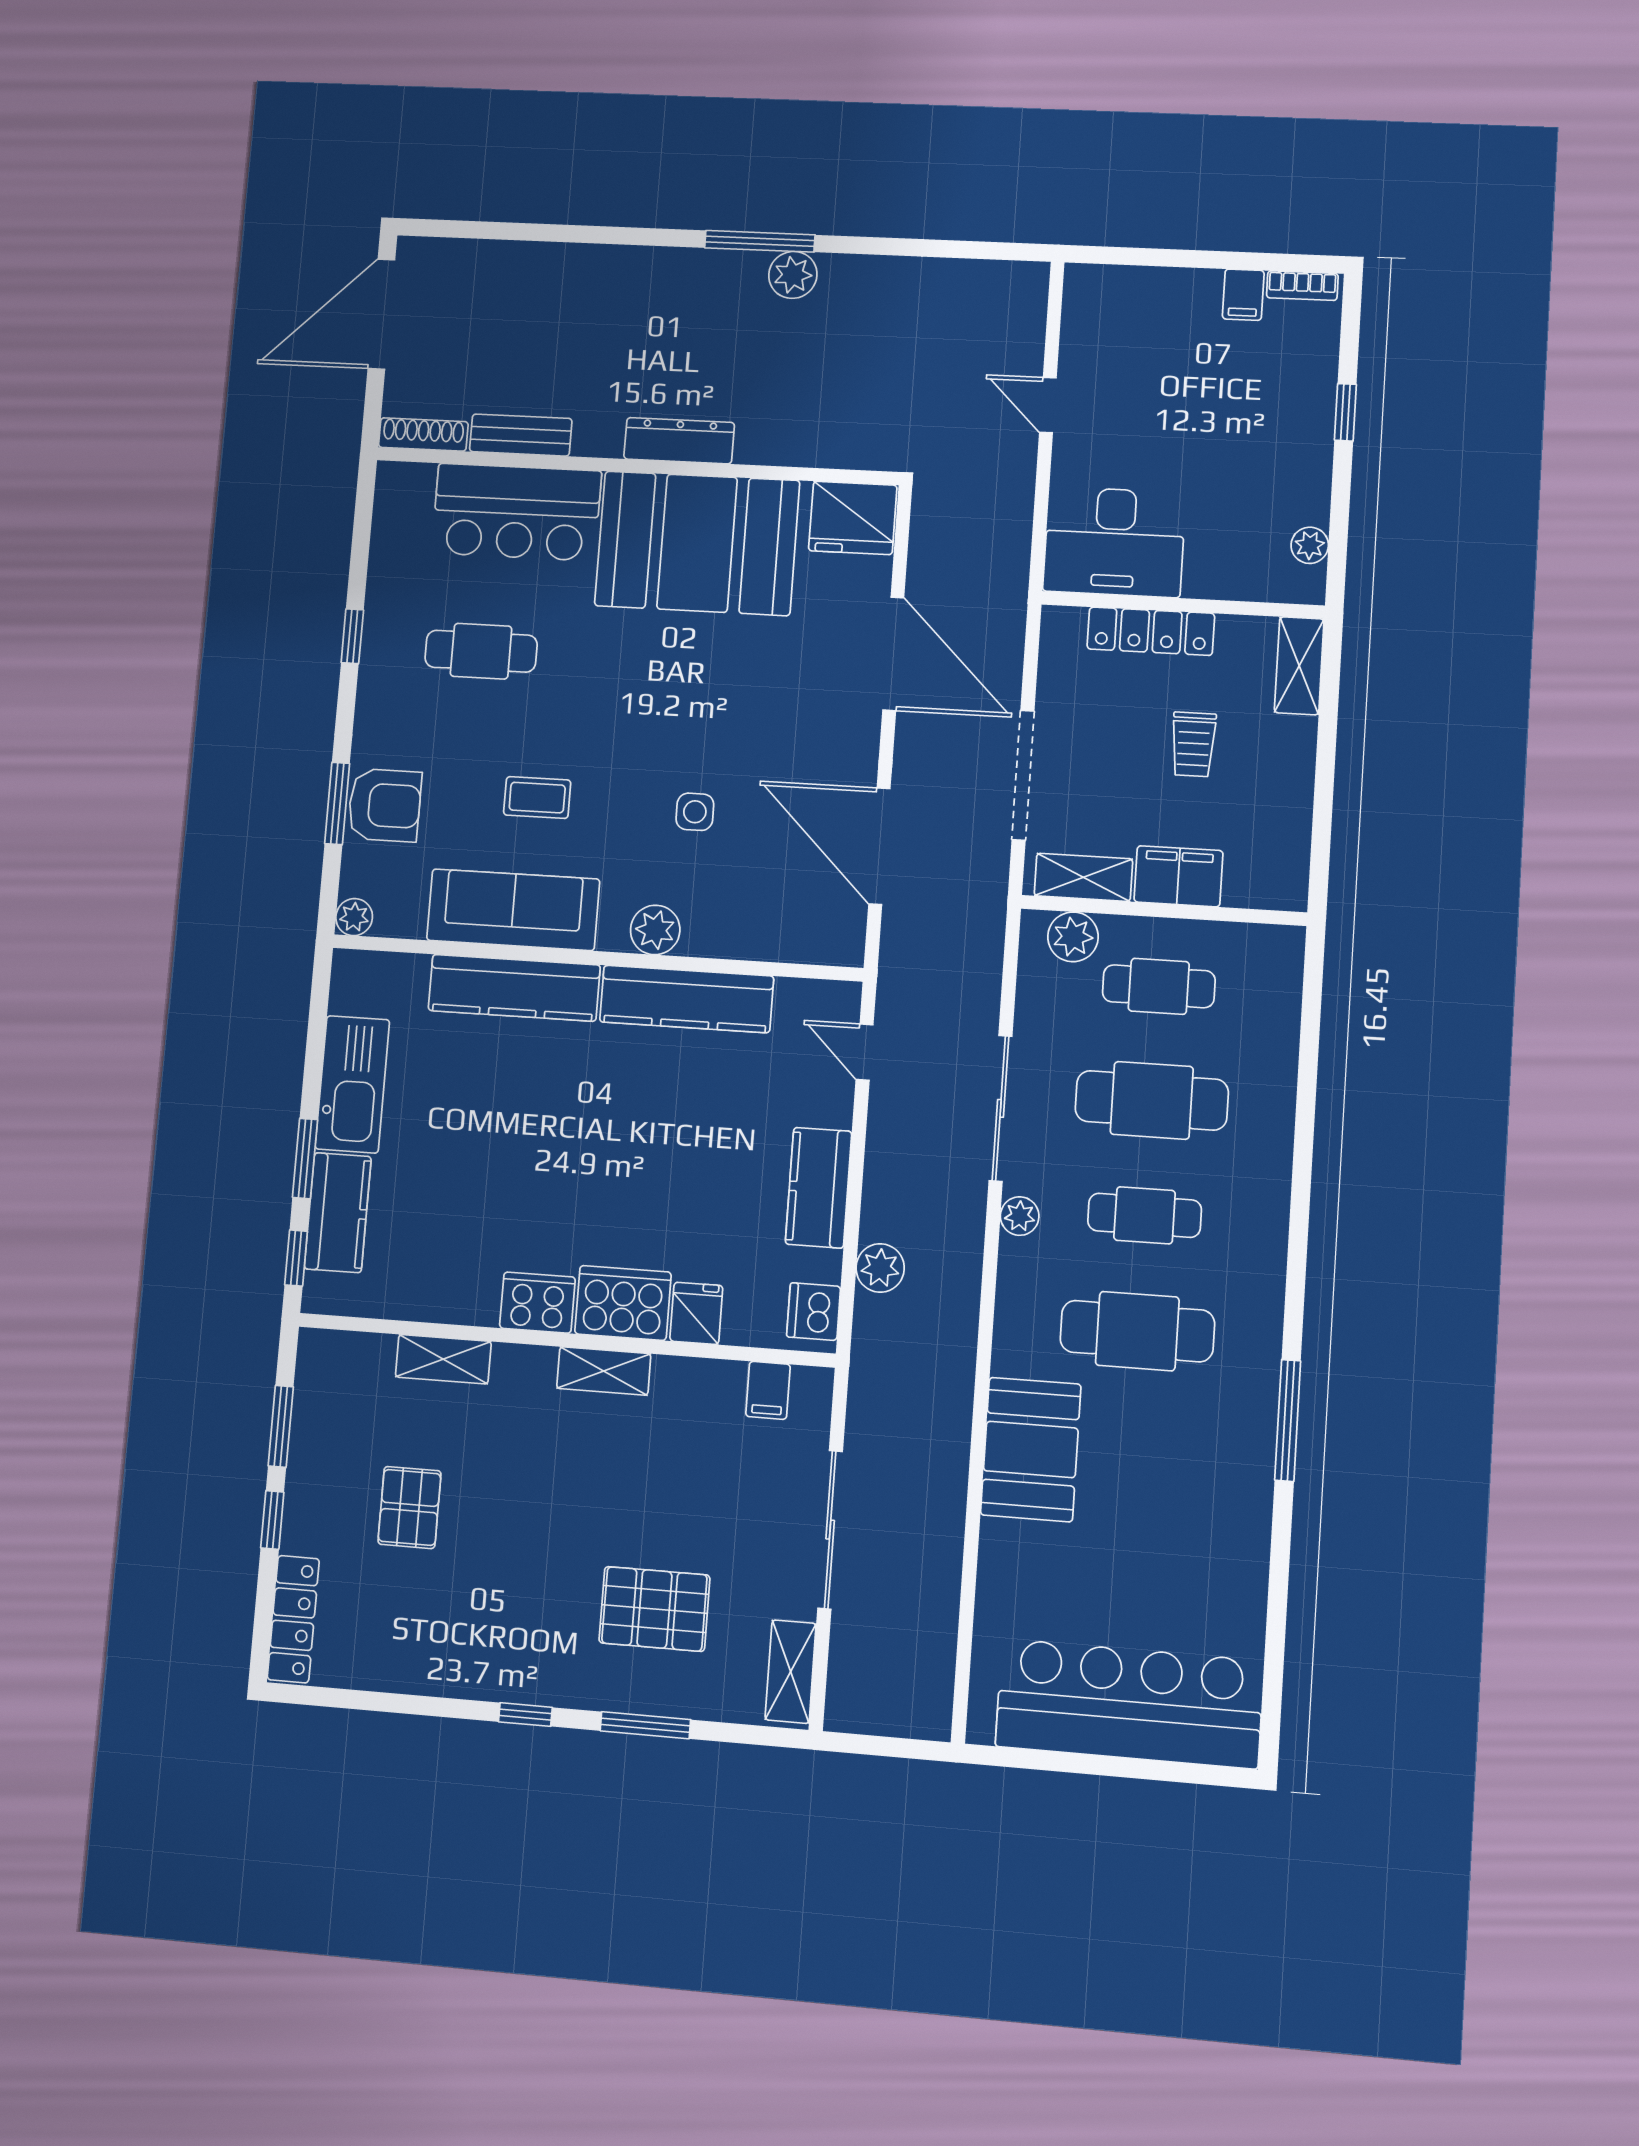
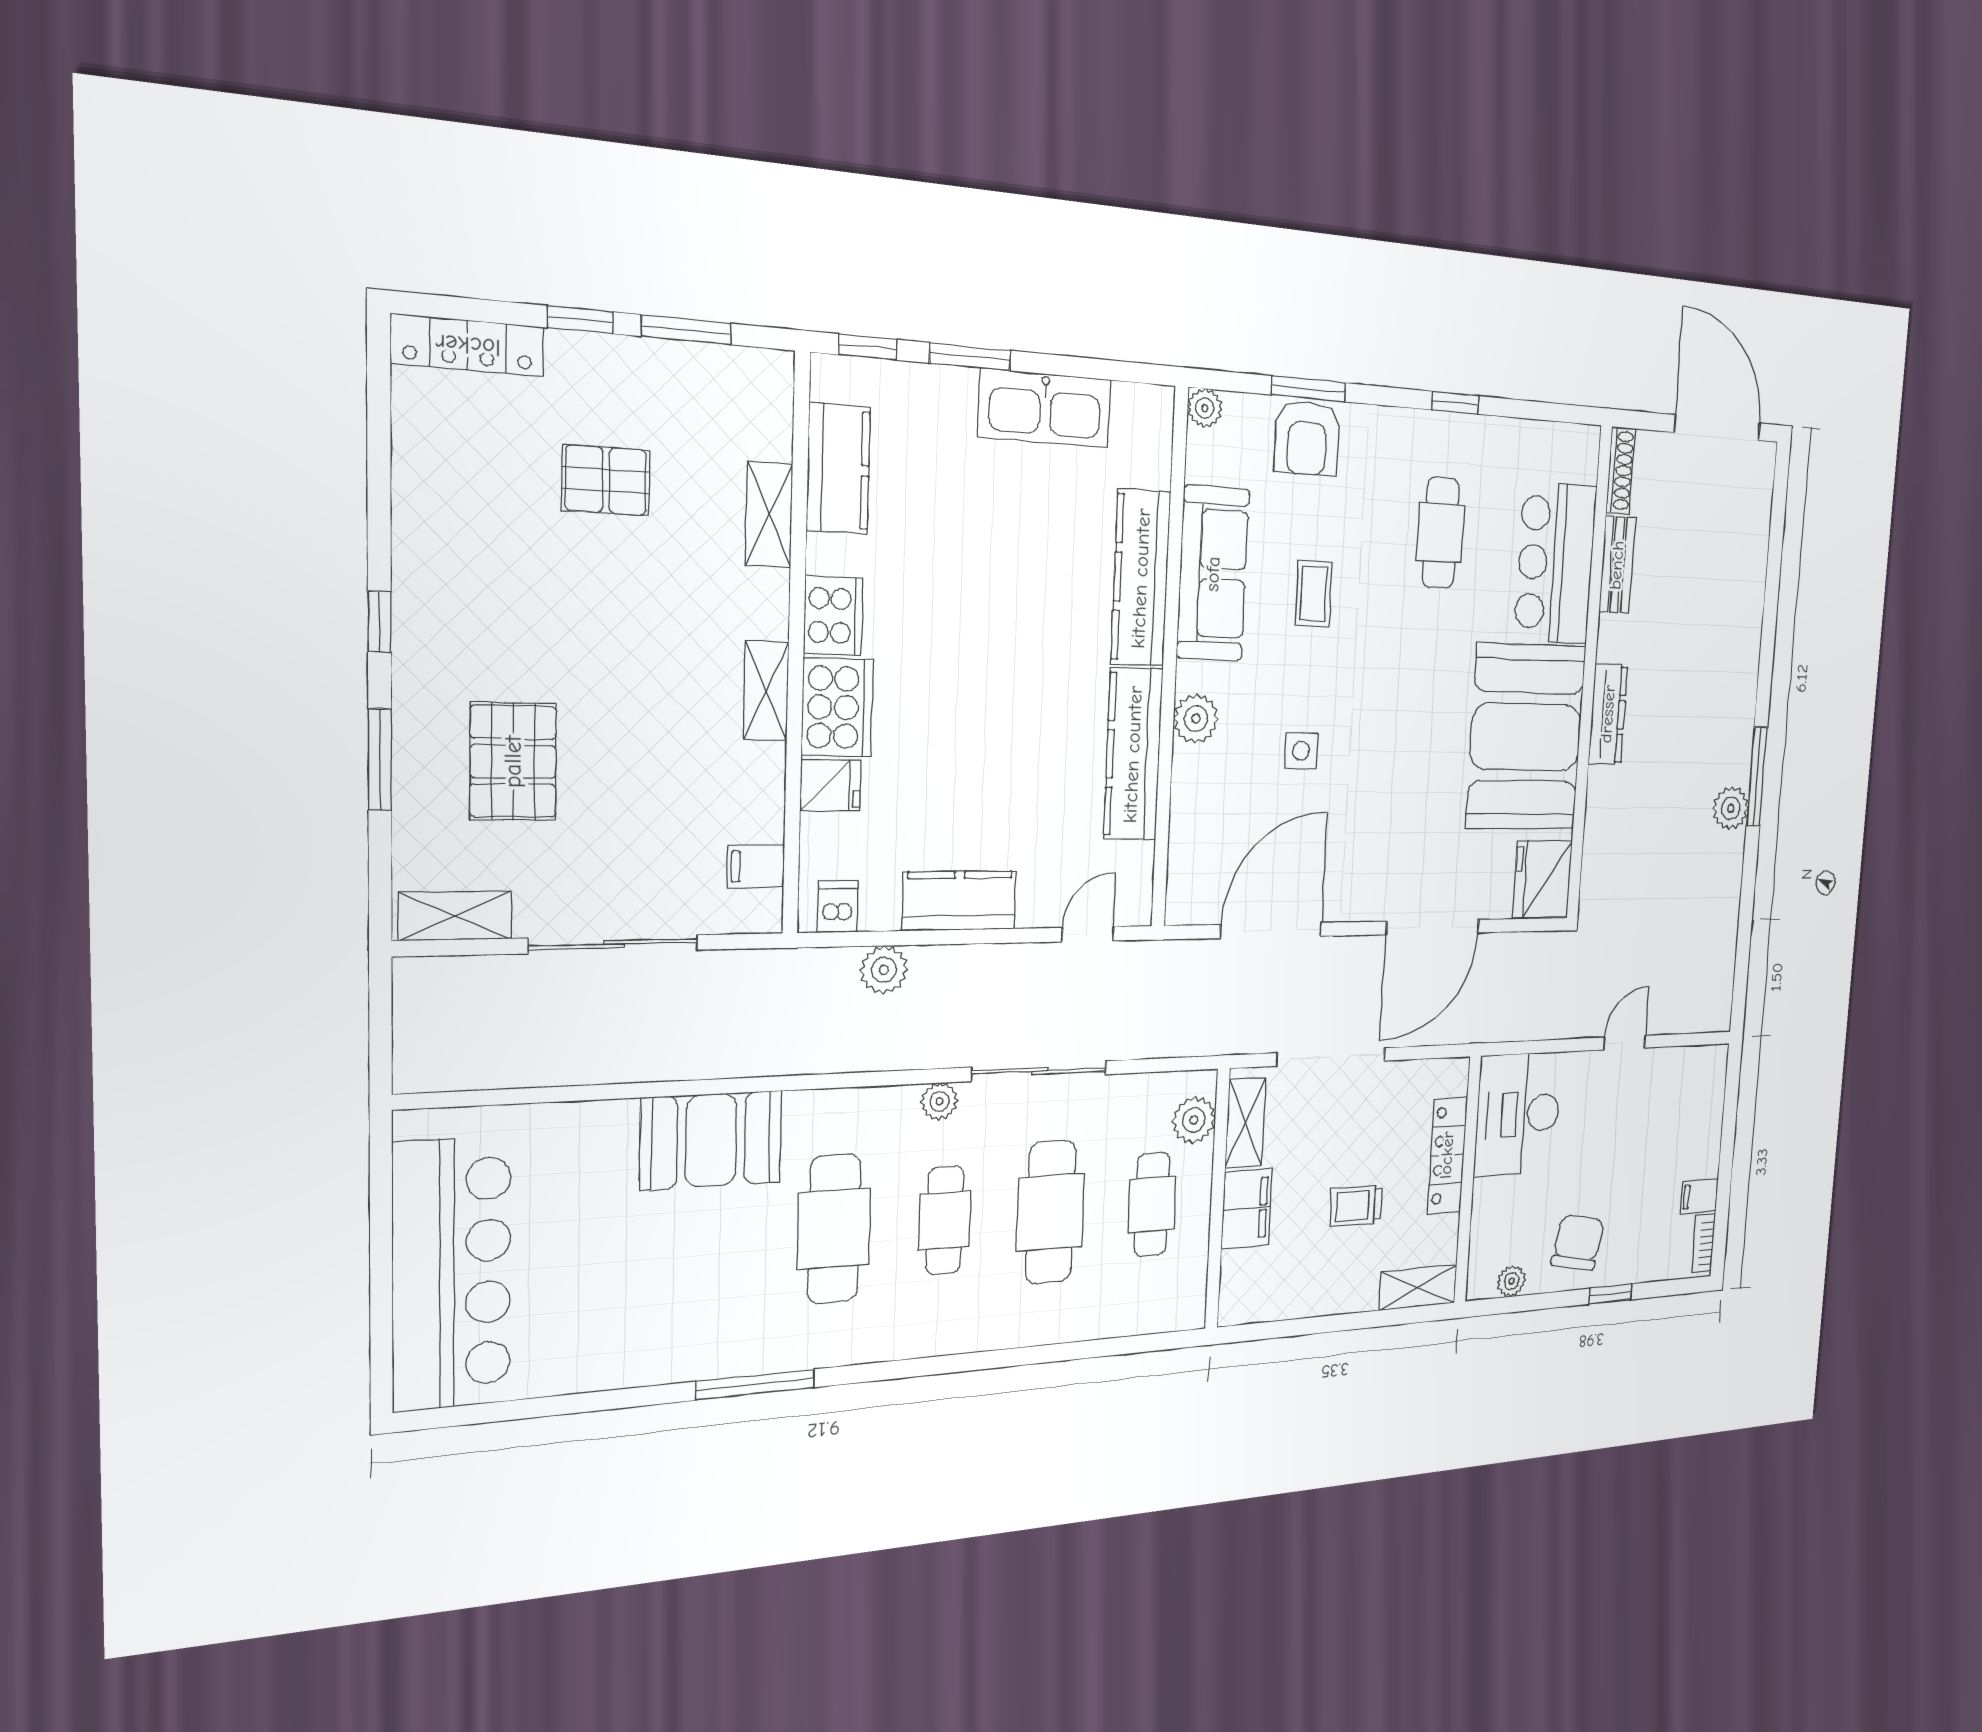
chair: (1276, 458) -> (1578, 1242), added
kitchen counter: (338, 1213) -> (838, 469), moved, turned -90
dishwasher: (814, 1312) -> (838, 907), width x0.73

